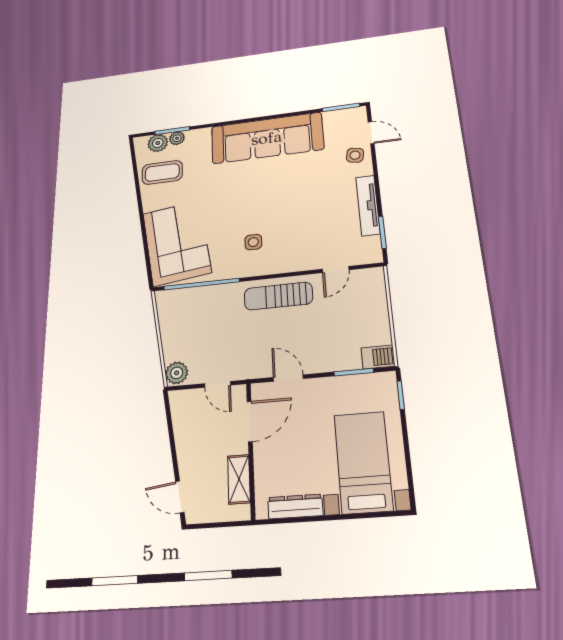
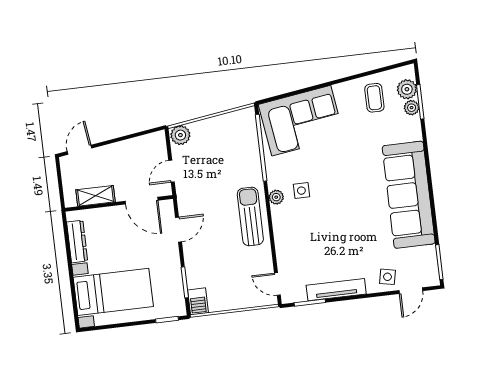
coffee table: (162, 172) -> (374, 98), width x0.73, depth x0.77
plant: (258, 268) -> (276, 197), added
door: (336, 270) -> (277, 284), moved

